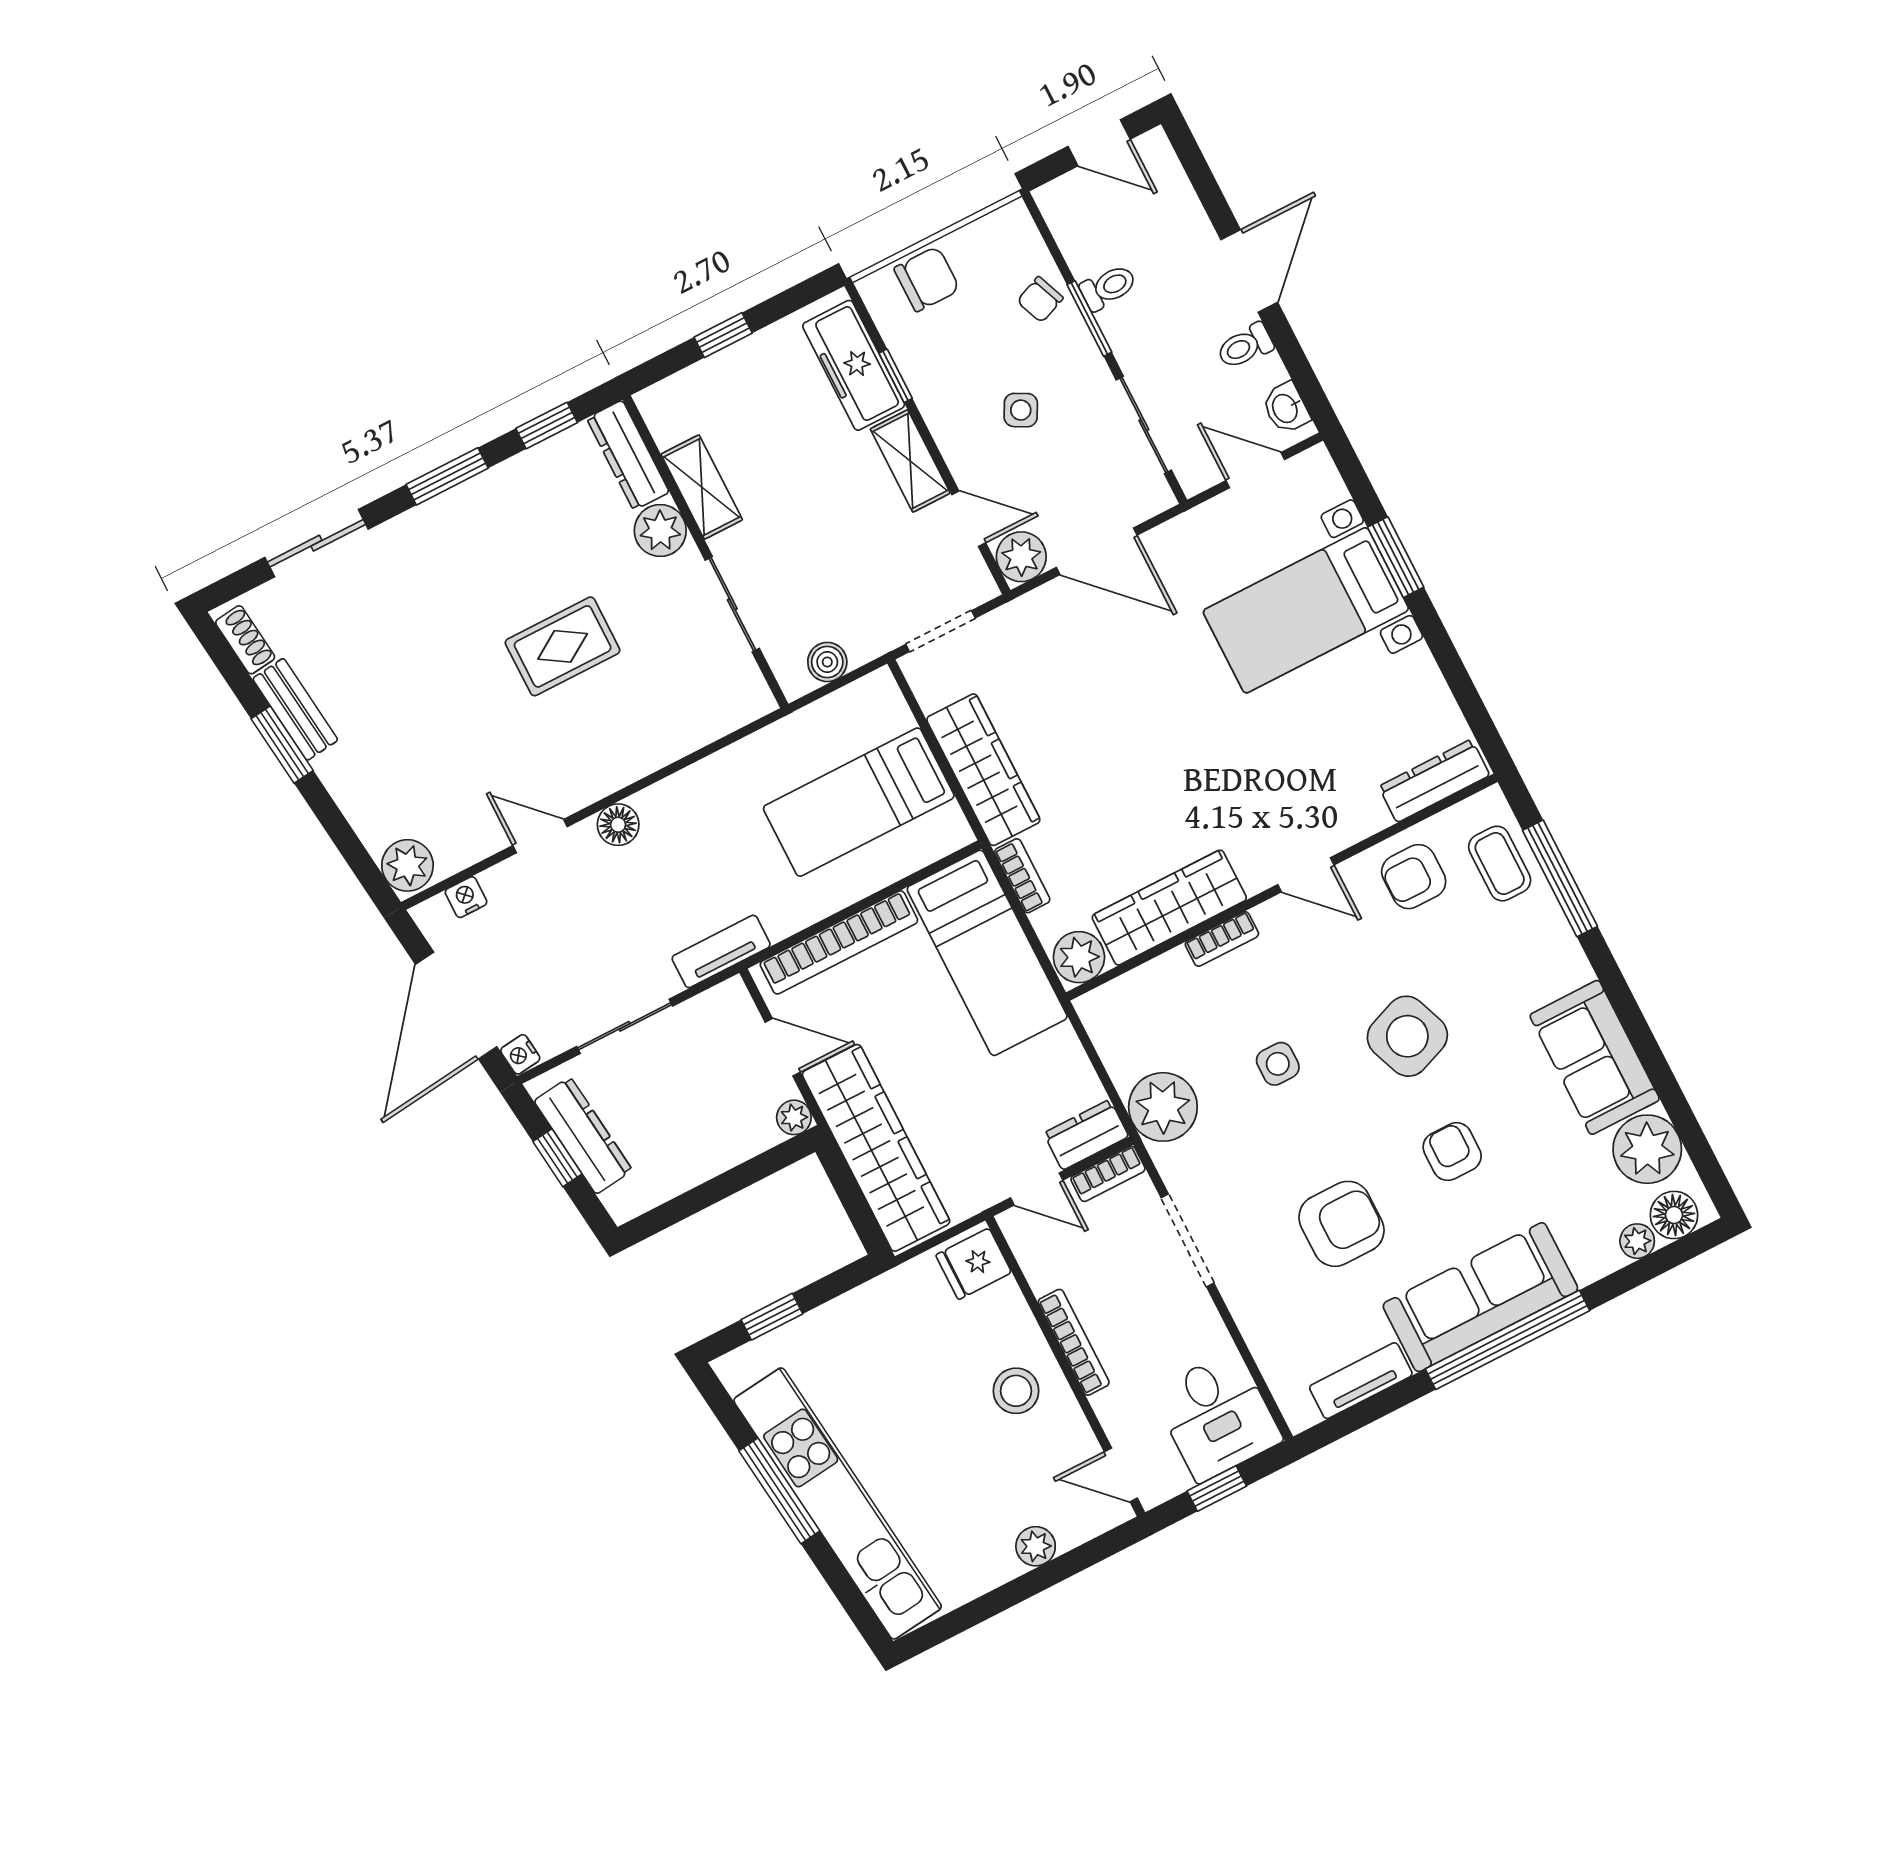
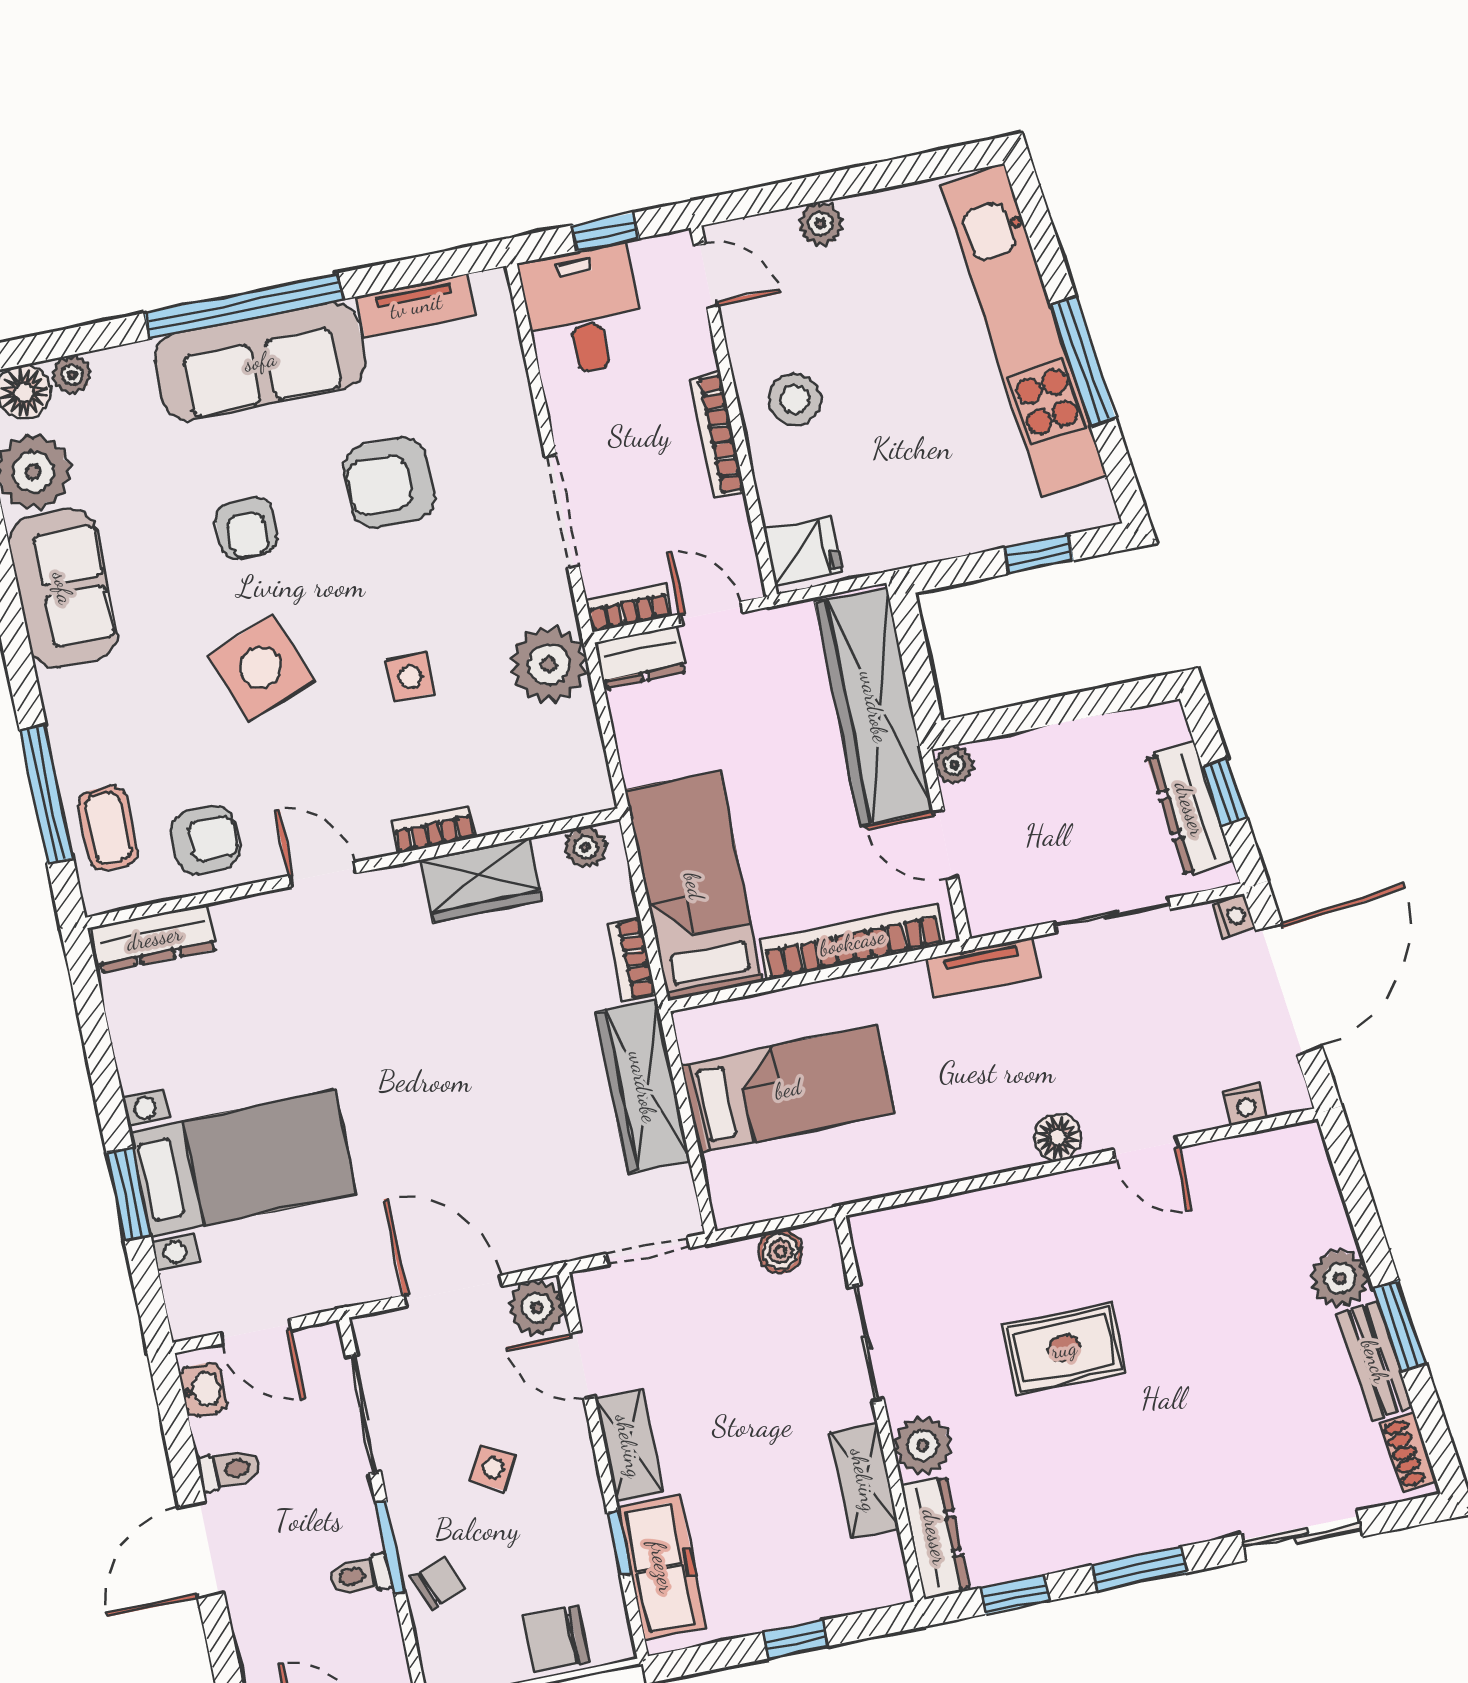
plant: (407, 865) -> (1340, 1278), moved
wardrobe: (1169, 908) -> (481, 880), width x0.67
plant: (1079, 957) -> (586, 847), width x0.73, depth x0.73

